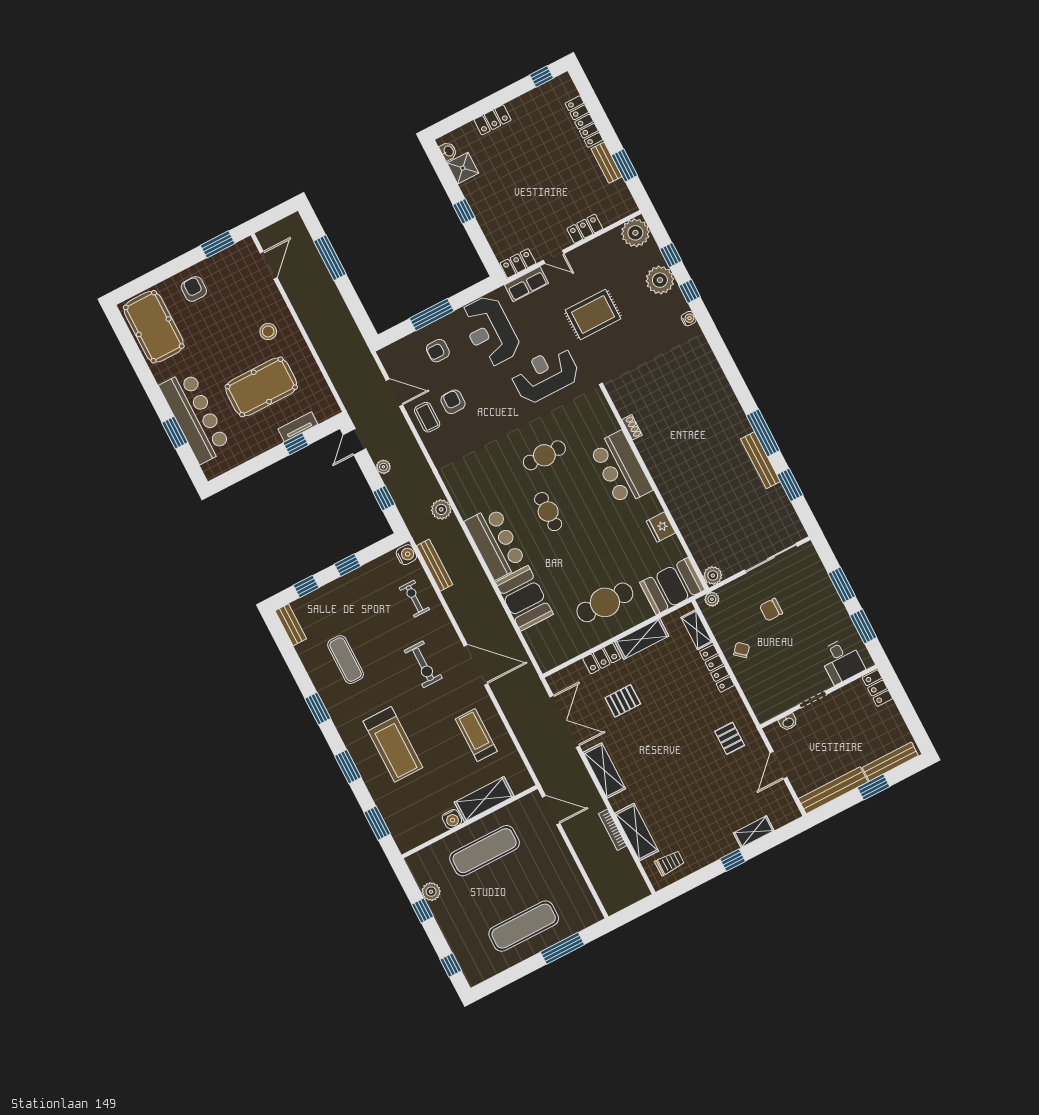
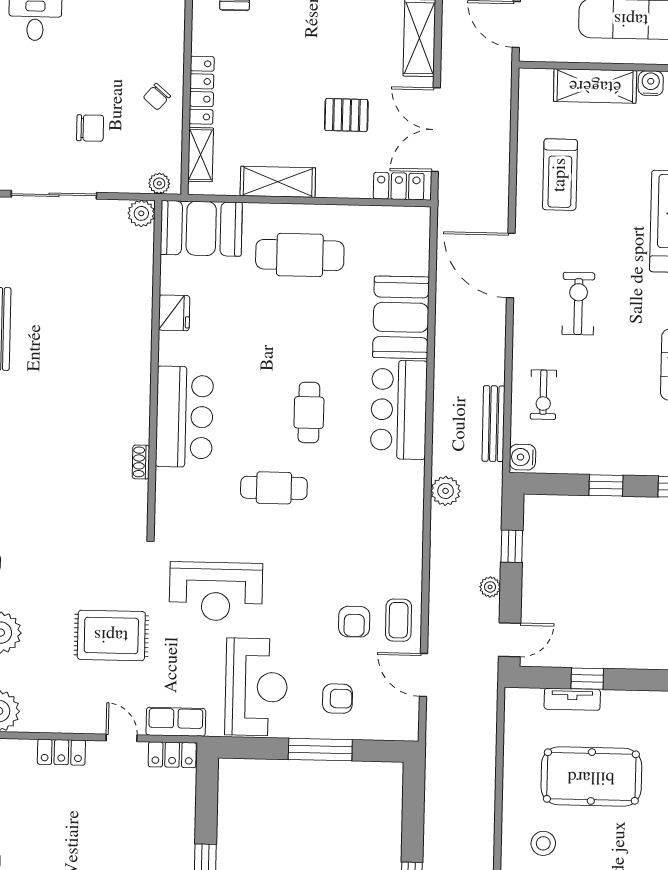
locker: (602, 658) -> (399, 186), moved

